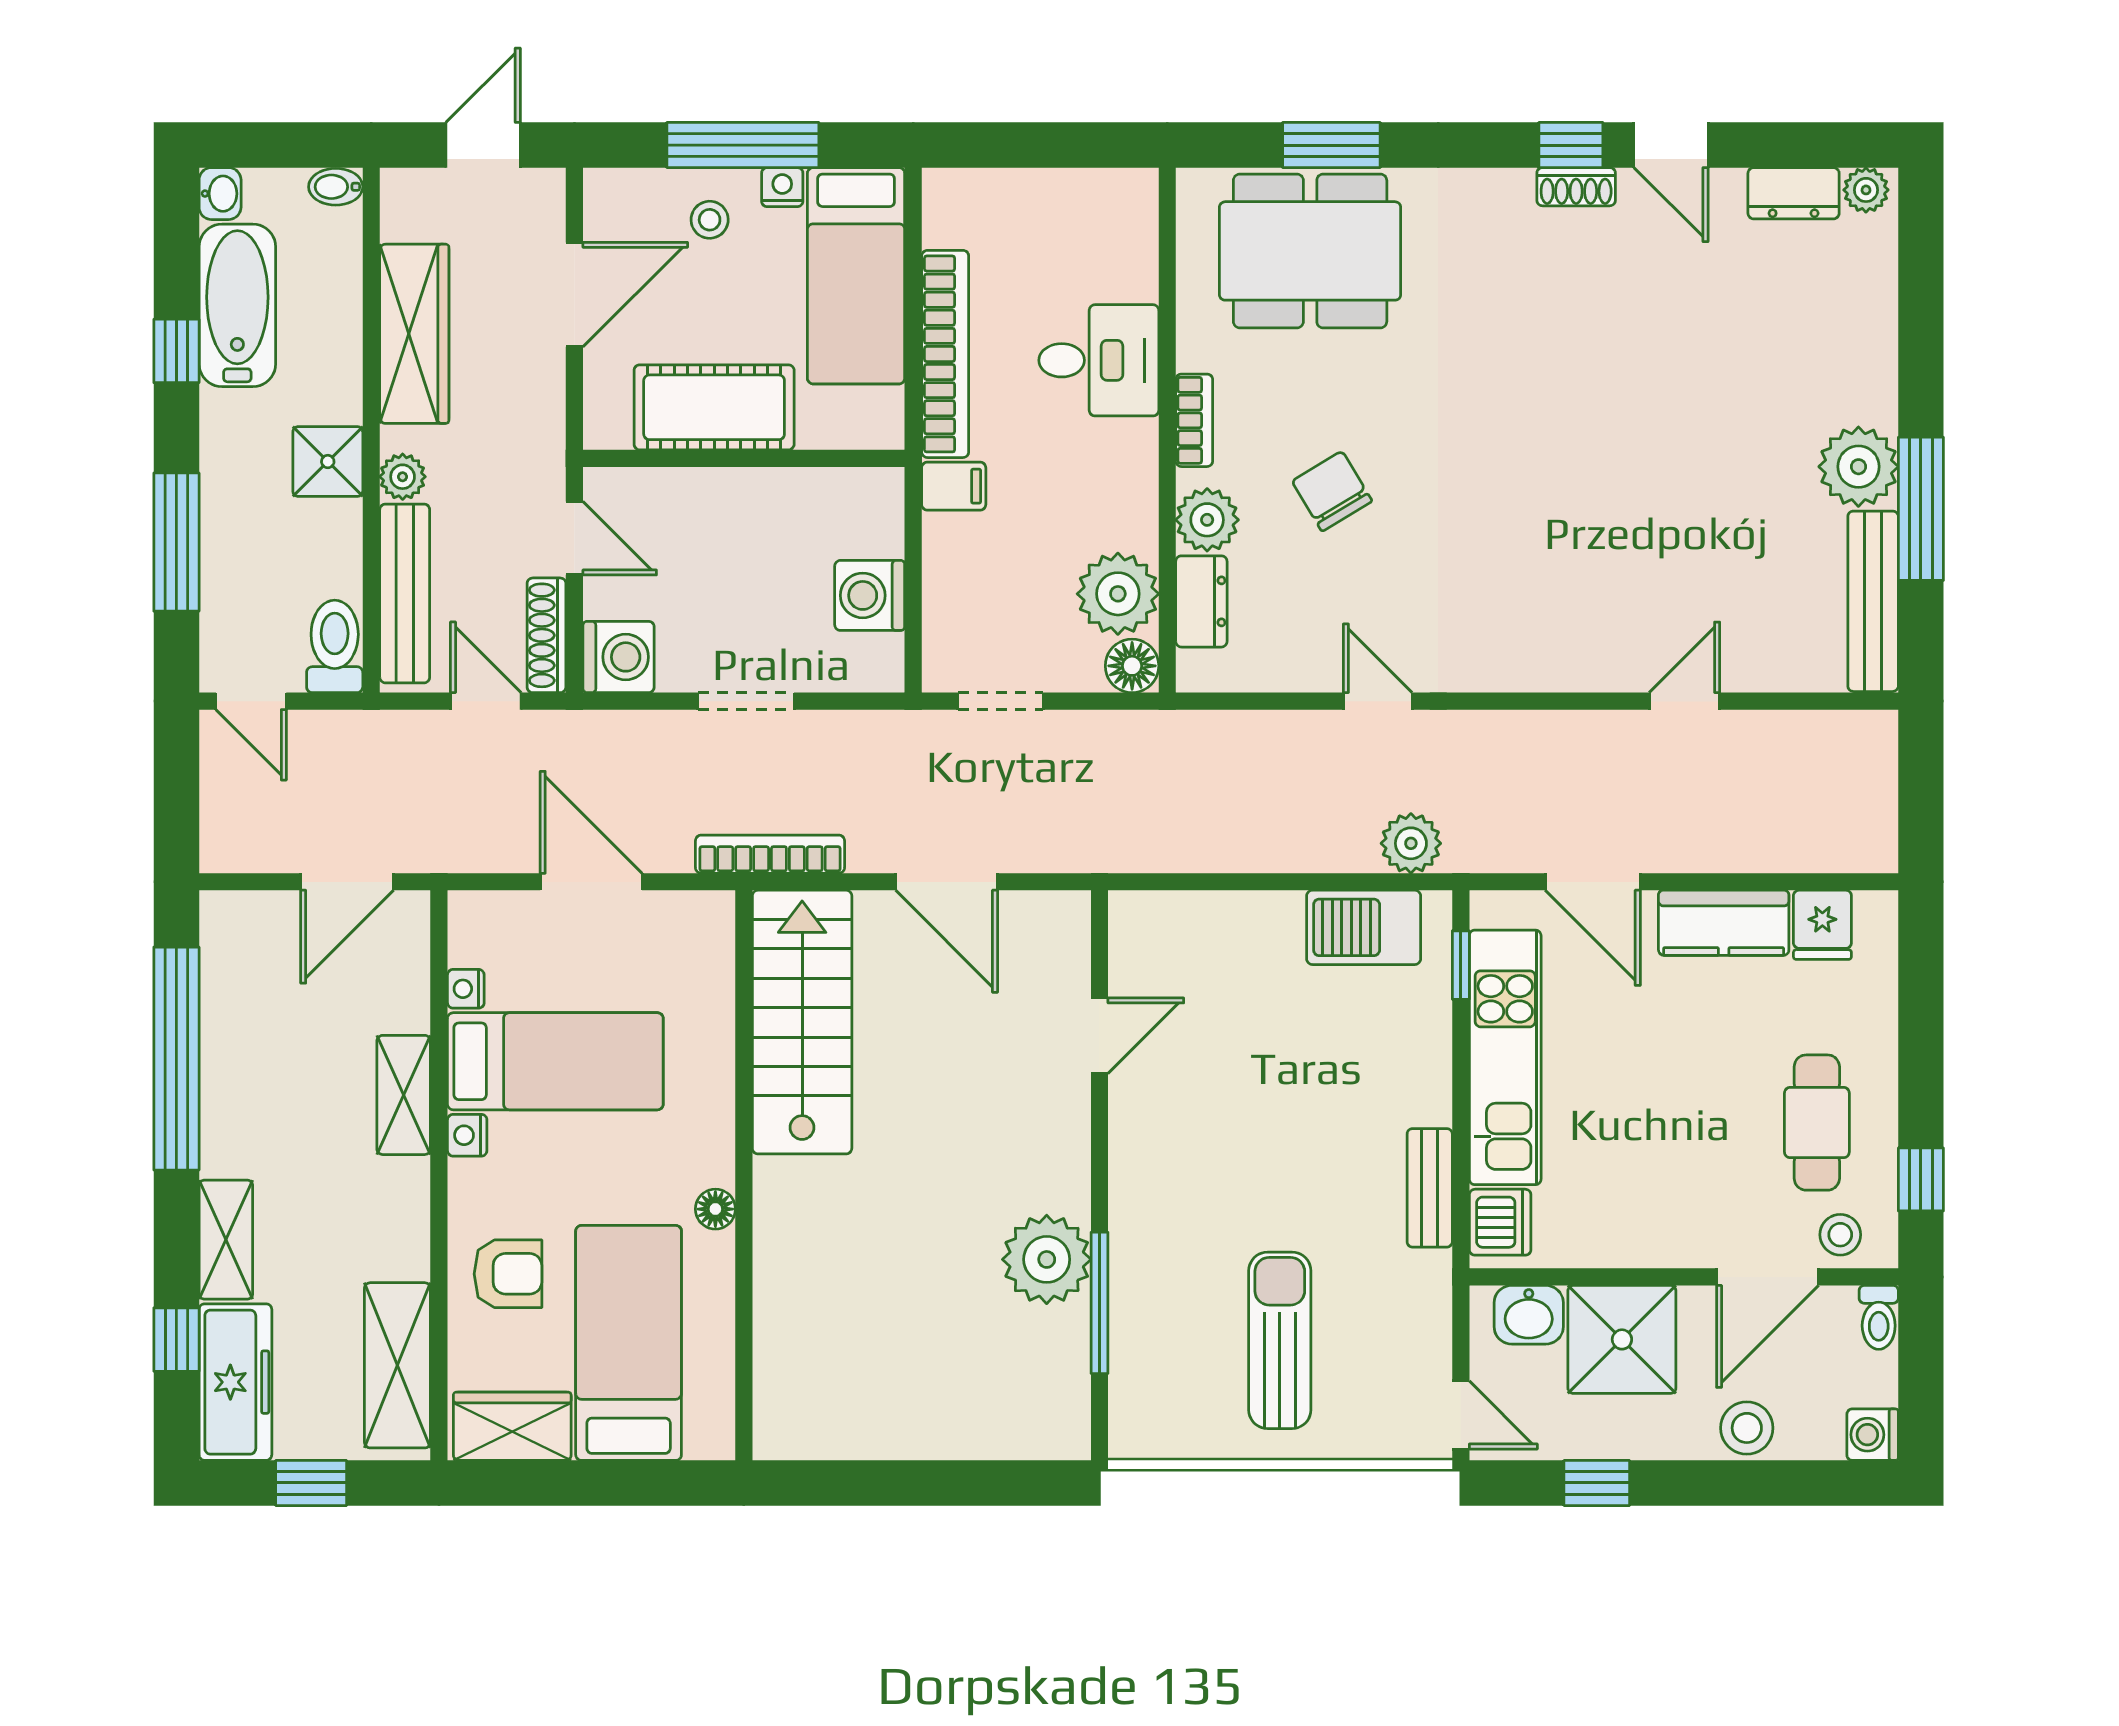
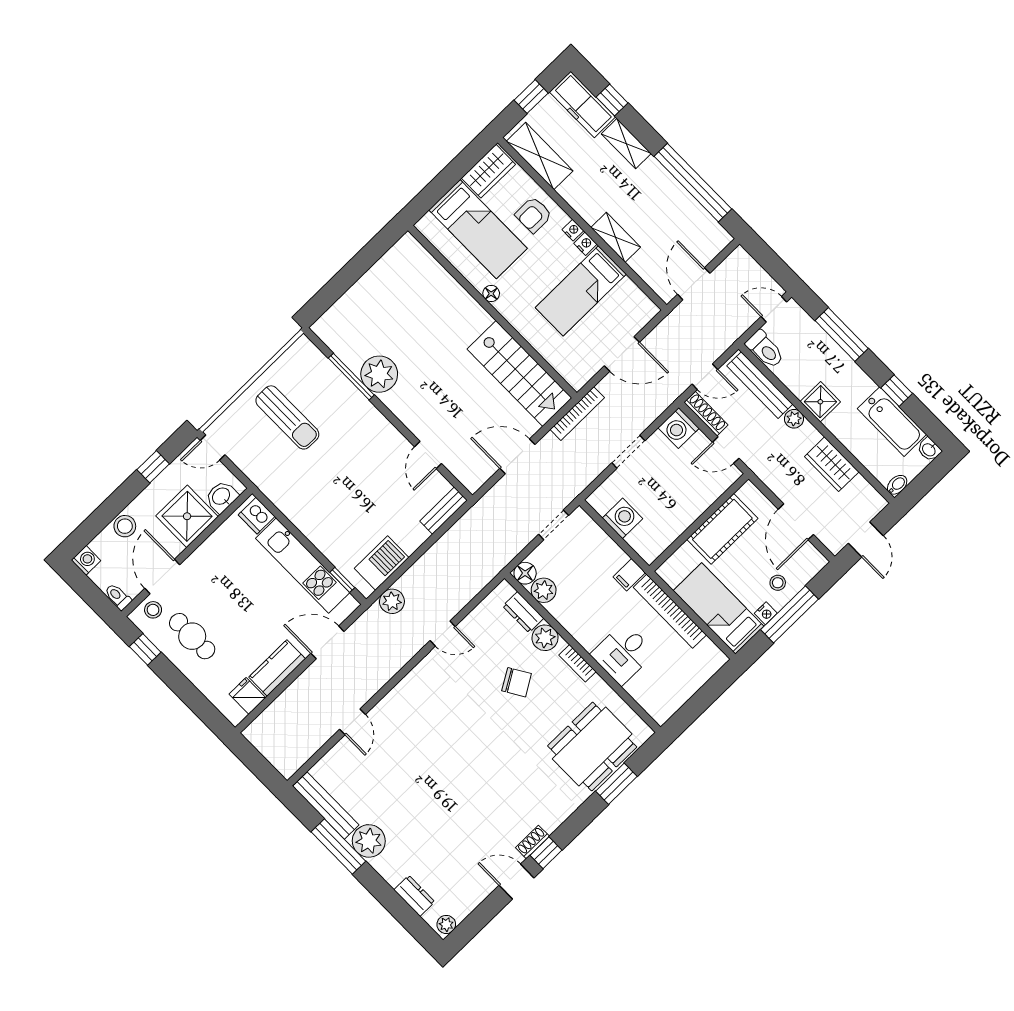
dresser: (1794, 193) -> (414, 896), moved, turned 90
wardrobe: (414, 334) -> (832, 464), width x0.67
plant: (1118, 594) -> (544, 590), width x0.73, depth x0.73
nightstand: (466, 989) -> (573, 230), moved
bench: (1430, 1188) -> (444, 511), moved, turned 90

